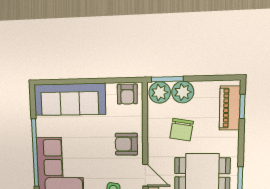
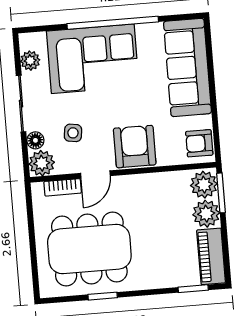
piano: (230, 108) -> (211, 256), moved, turned -90
chair: (181, 130) -> (159, 216), removed
armchair: (126, 144) -> (135, 147), width x1.38, depth x1.38

